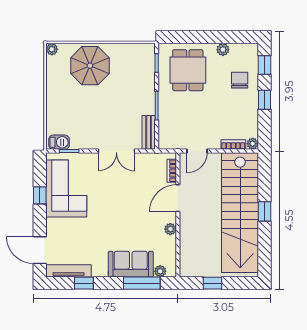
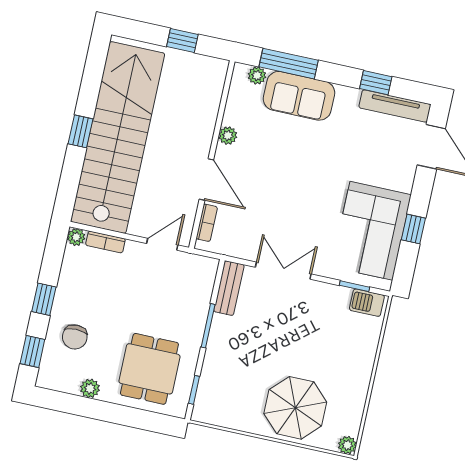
door: (178, 198) -> (206, 180), hinge flipped

